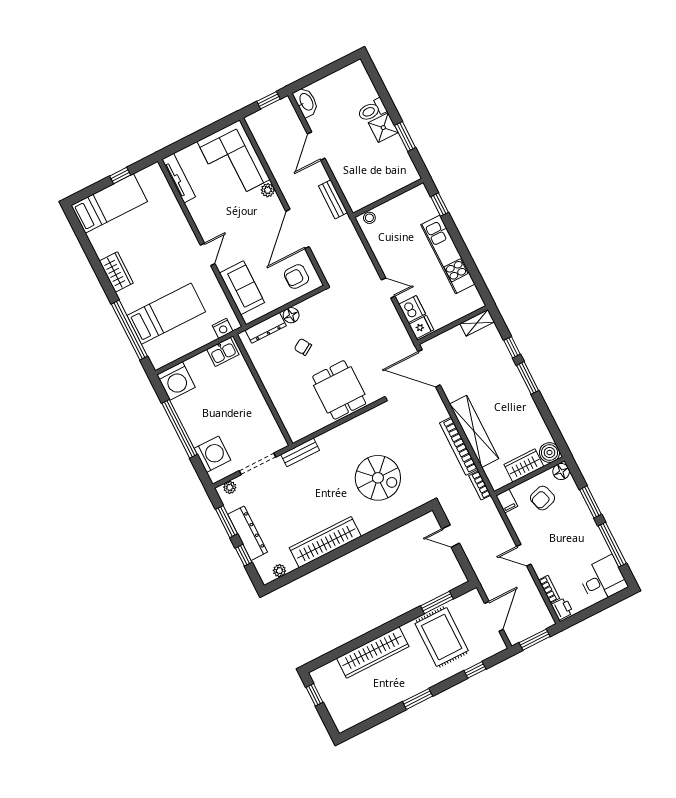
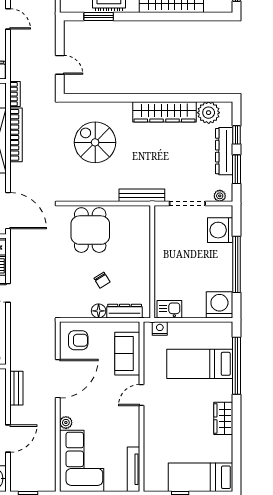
bench: (300, 452) -> (142, 195), width x1.36
plant: (279, 571) -> (209, 113), width x1.87, depth x1.87

